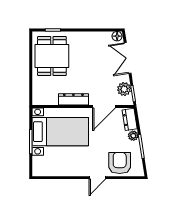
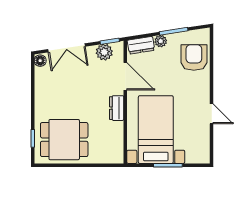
dresser: (73, 99) -> (117, 108), width x0.70
armchair: (120, 163) -> (194, 57), turned 90
door: (97, 178) -> (212, 114), moved

